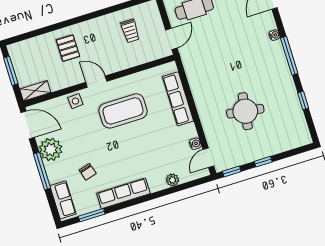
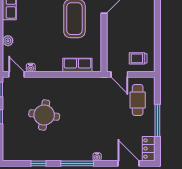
trolley: (130, 31) -> (138, 58), moved
row of seats: (178, 99) -> (77, 65), width x0.68

